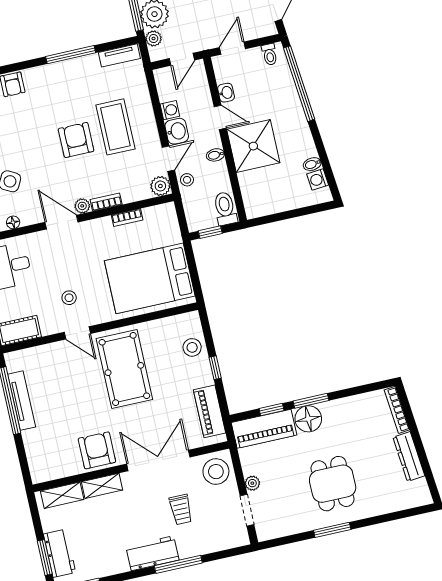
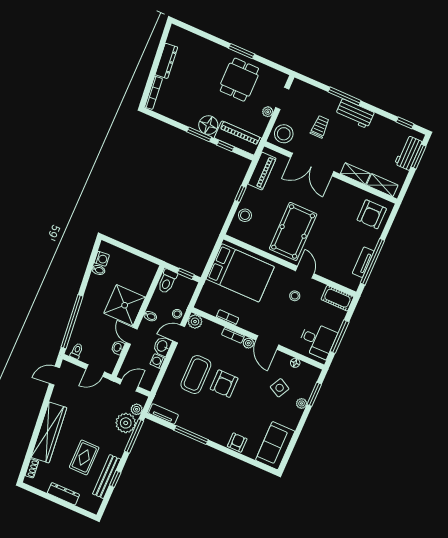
tv unit: (22, 401) -> (363, 262), width x0.71
armchair: (97, 450) -> (372, 214), moved
dining table: (333, 484) -> (239, 80), moved

